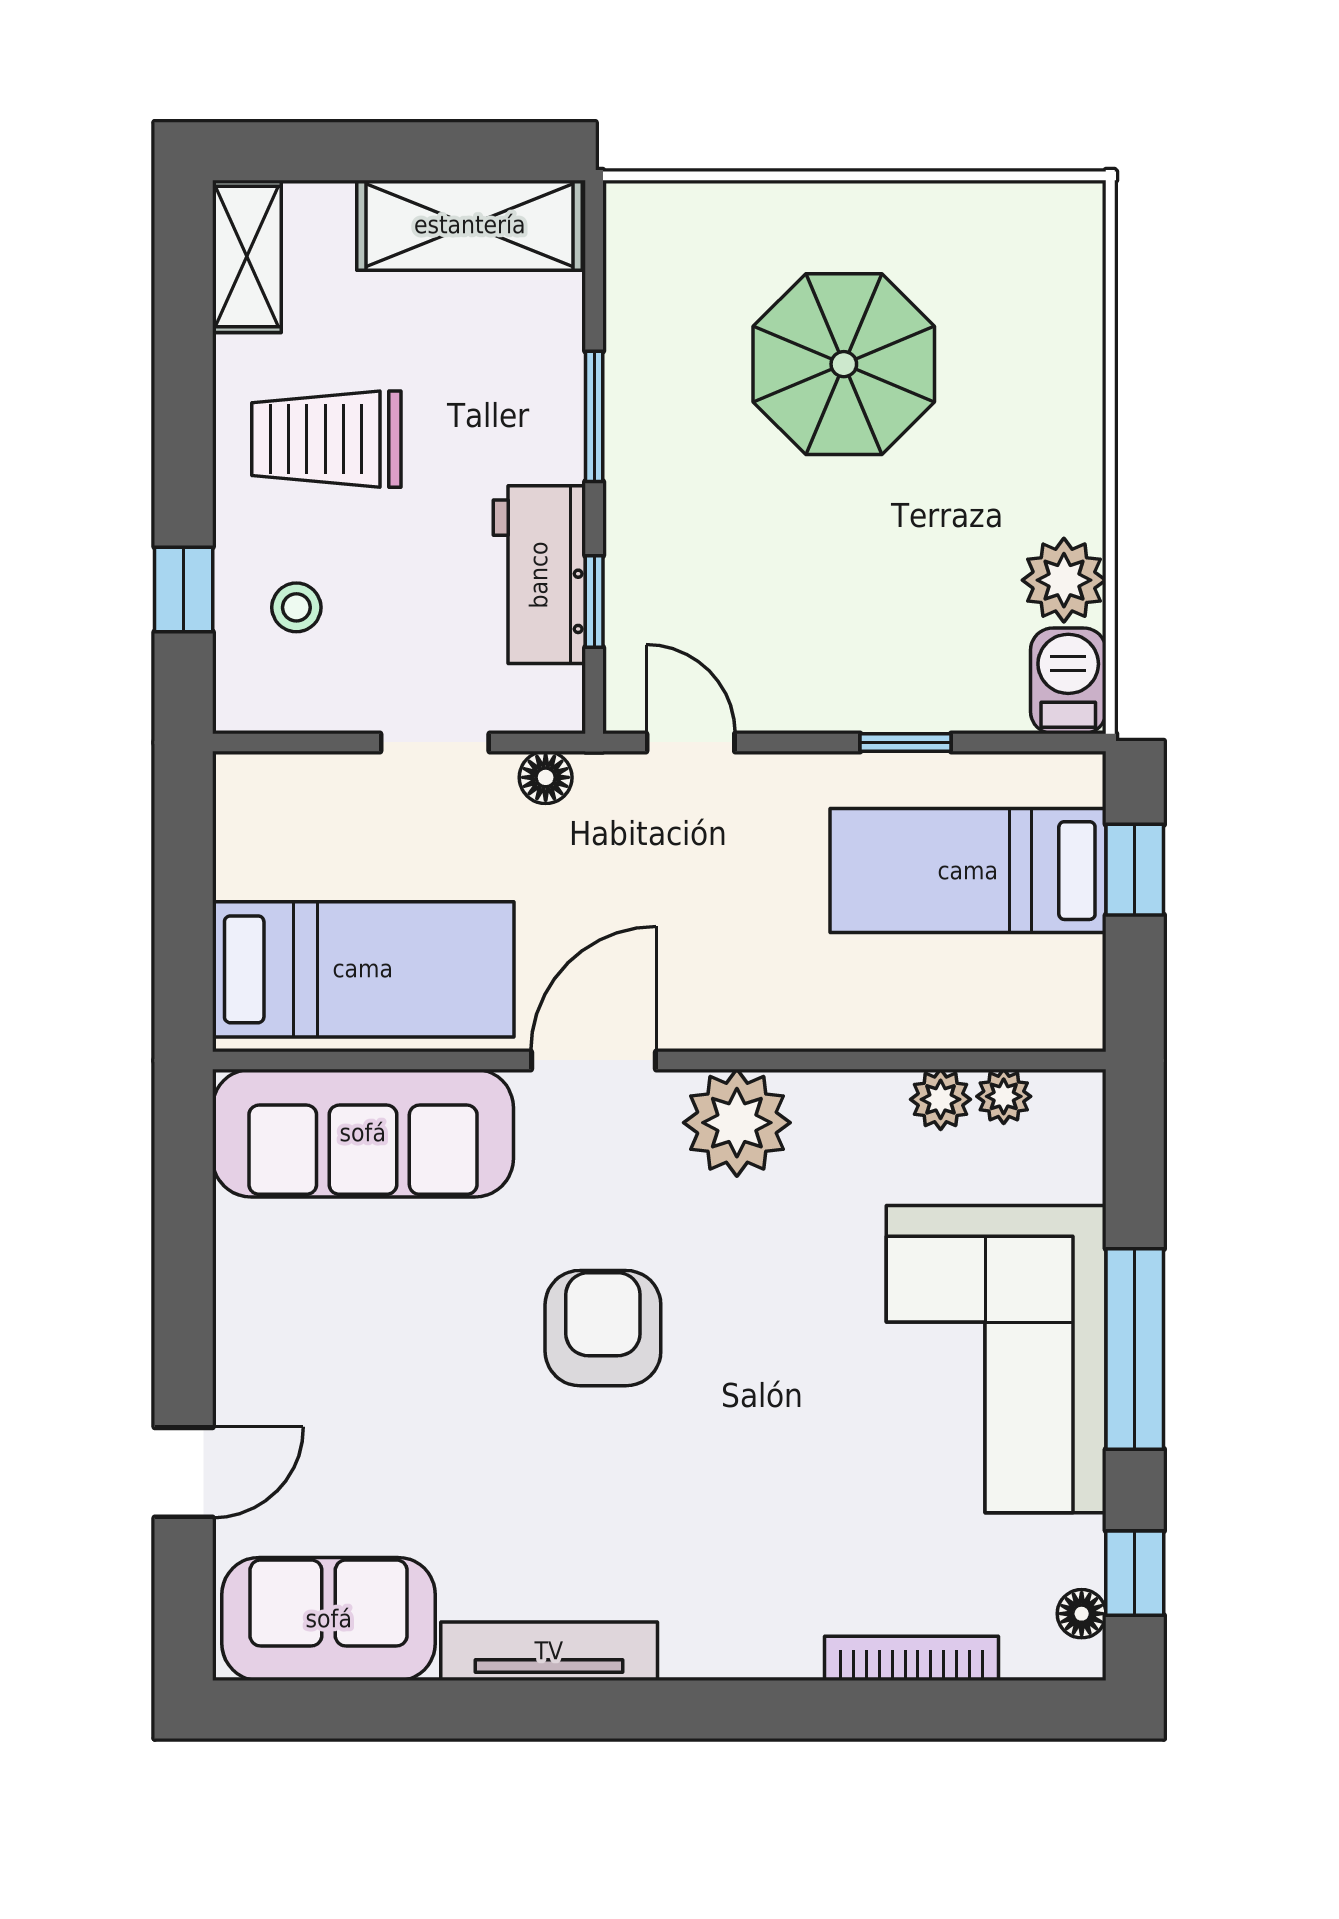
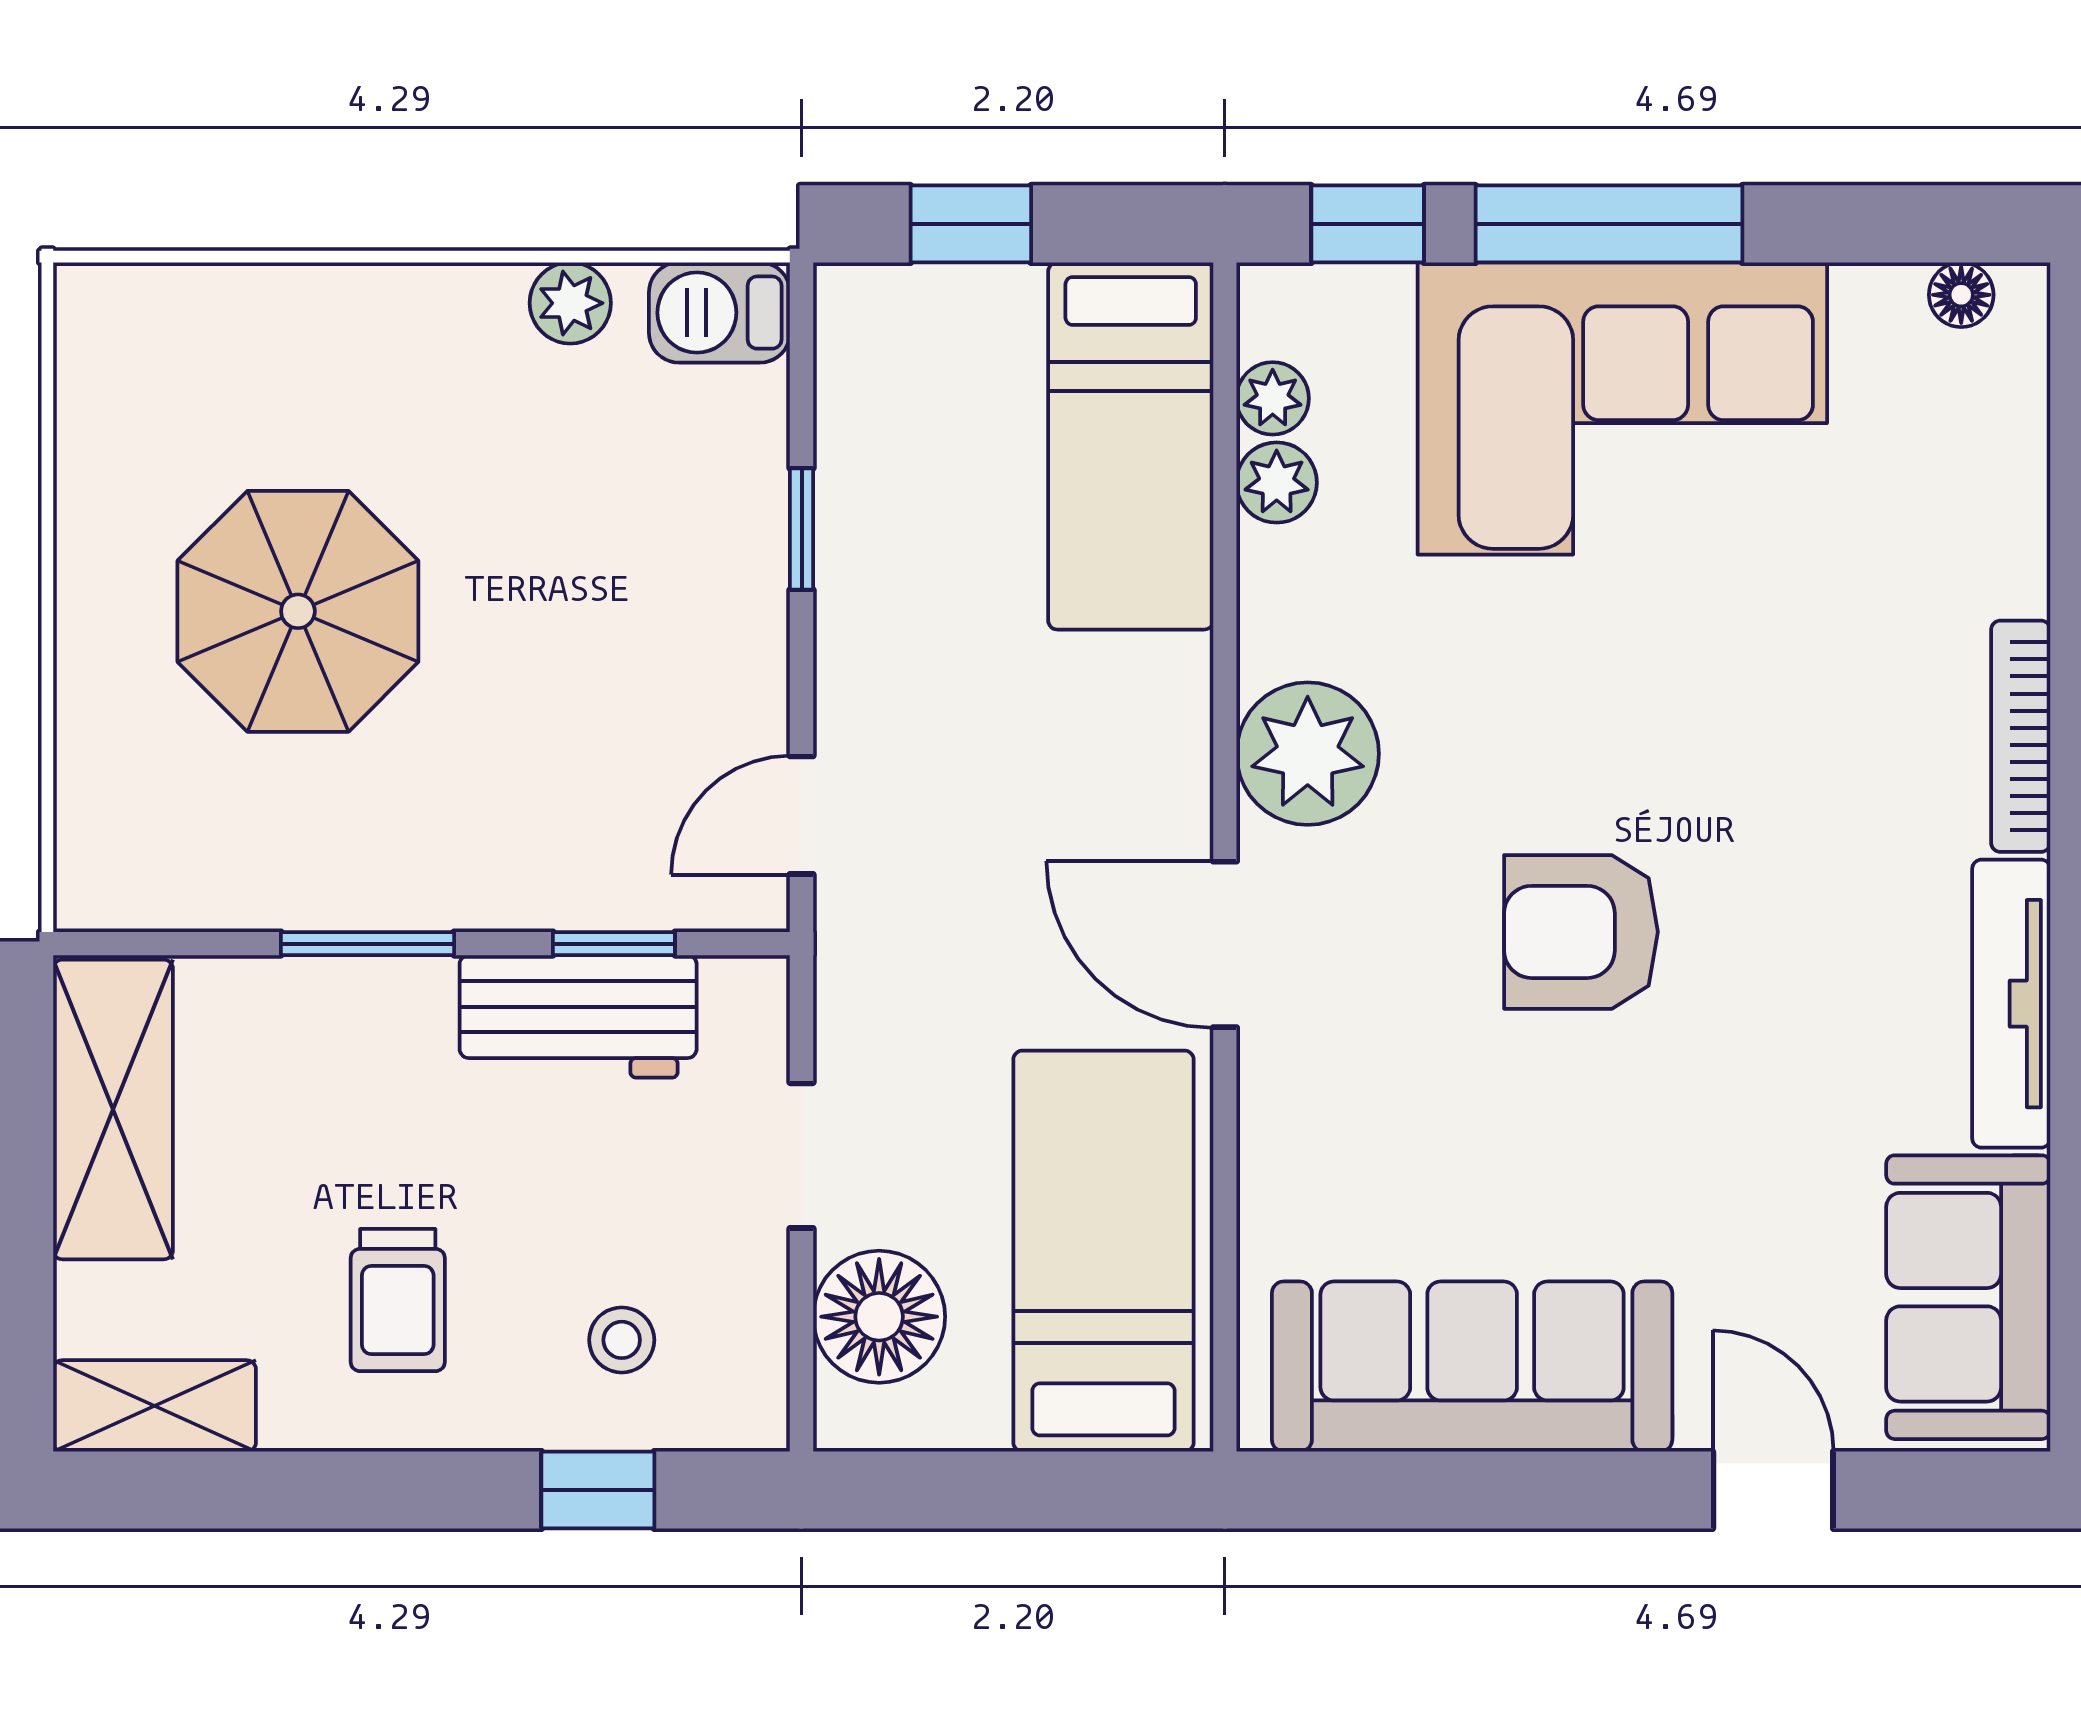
trolley: (326, 439) -> (398, 1300), width x0.73, depth x0.72
plant: (1064, 580) -> (570, 303), width x0.73, depth x0.73
floor lamp: (546, 777) -> (879, 1317), moved, width x1.89, depth x1.89
bed: (968, 871) -> (1131, 446), moved
sofa: (363, 1133) -> (1472, 1366), moved, turned -90
window: (1135, 1573) -> (1368, 224), moved
bookcase: (912, 1658) -> (2021, 736), moved

